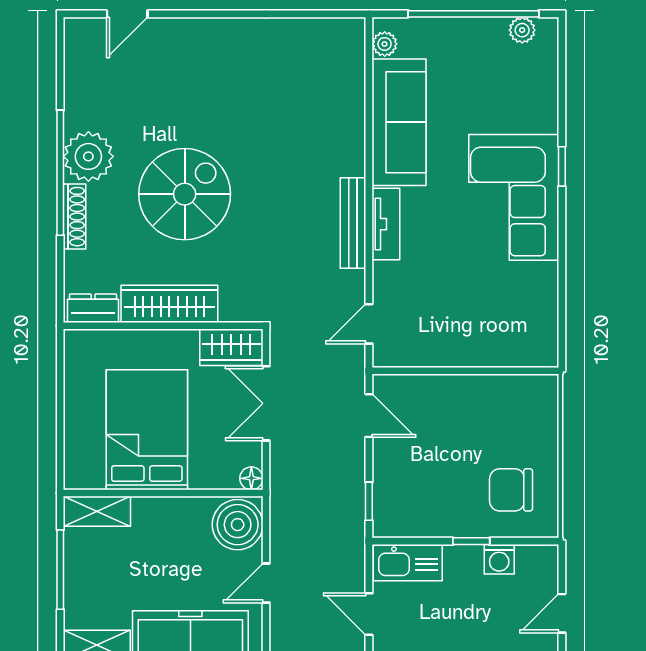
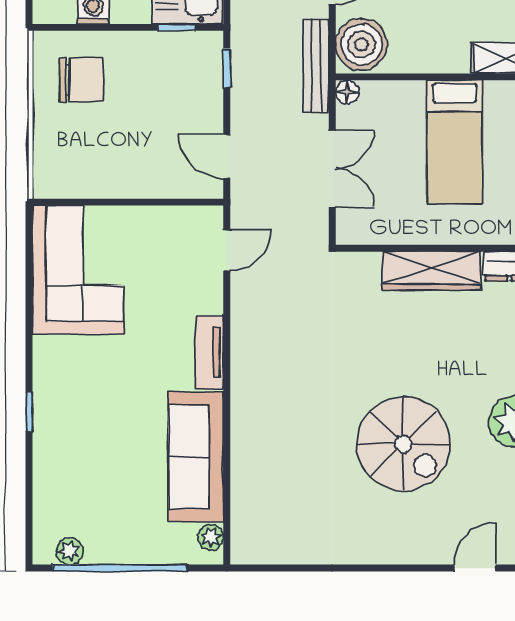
spiral stairs: (185, 194) -> (403, 444), moved, turned -90
corner sofa: (514, 197) -> (78, 270), moved
bench: (353, 223) -> (316, 65), moved
wardrobe: (231, 347) -> (368, 226), removed
bed: (147, 430) -> (454, 142), width x0.67
window: (471, 541) -> (177, 27), moved

